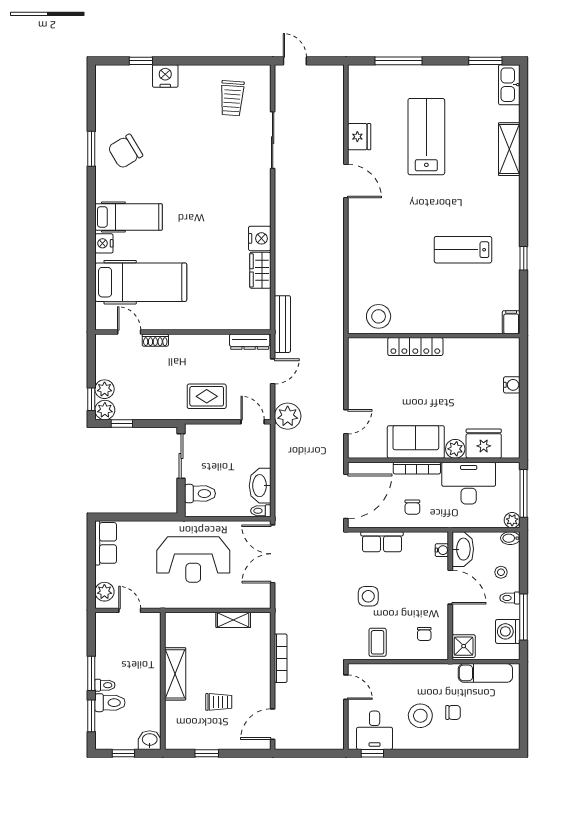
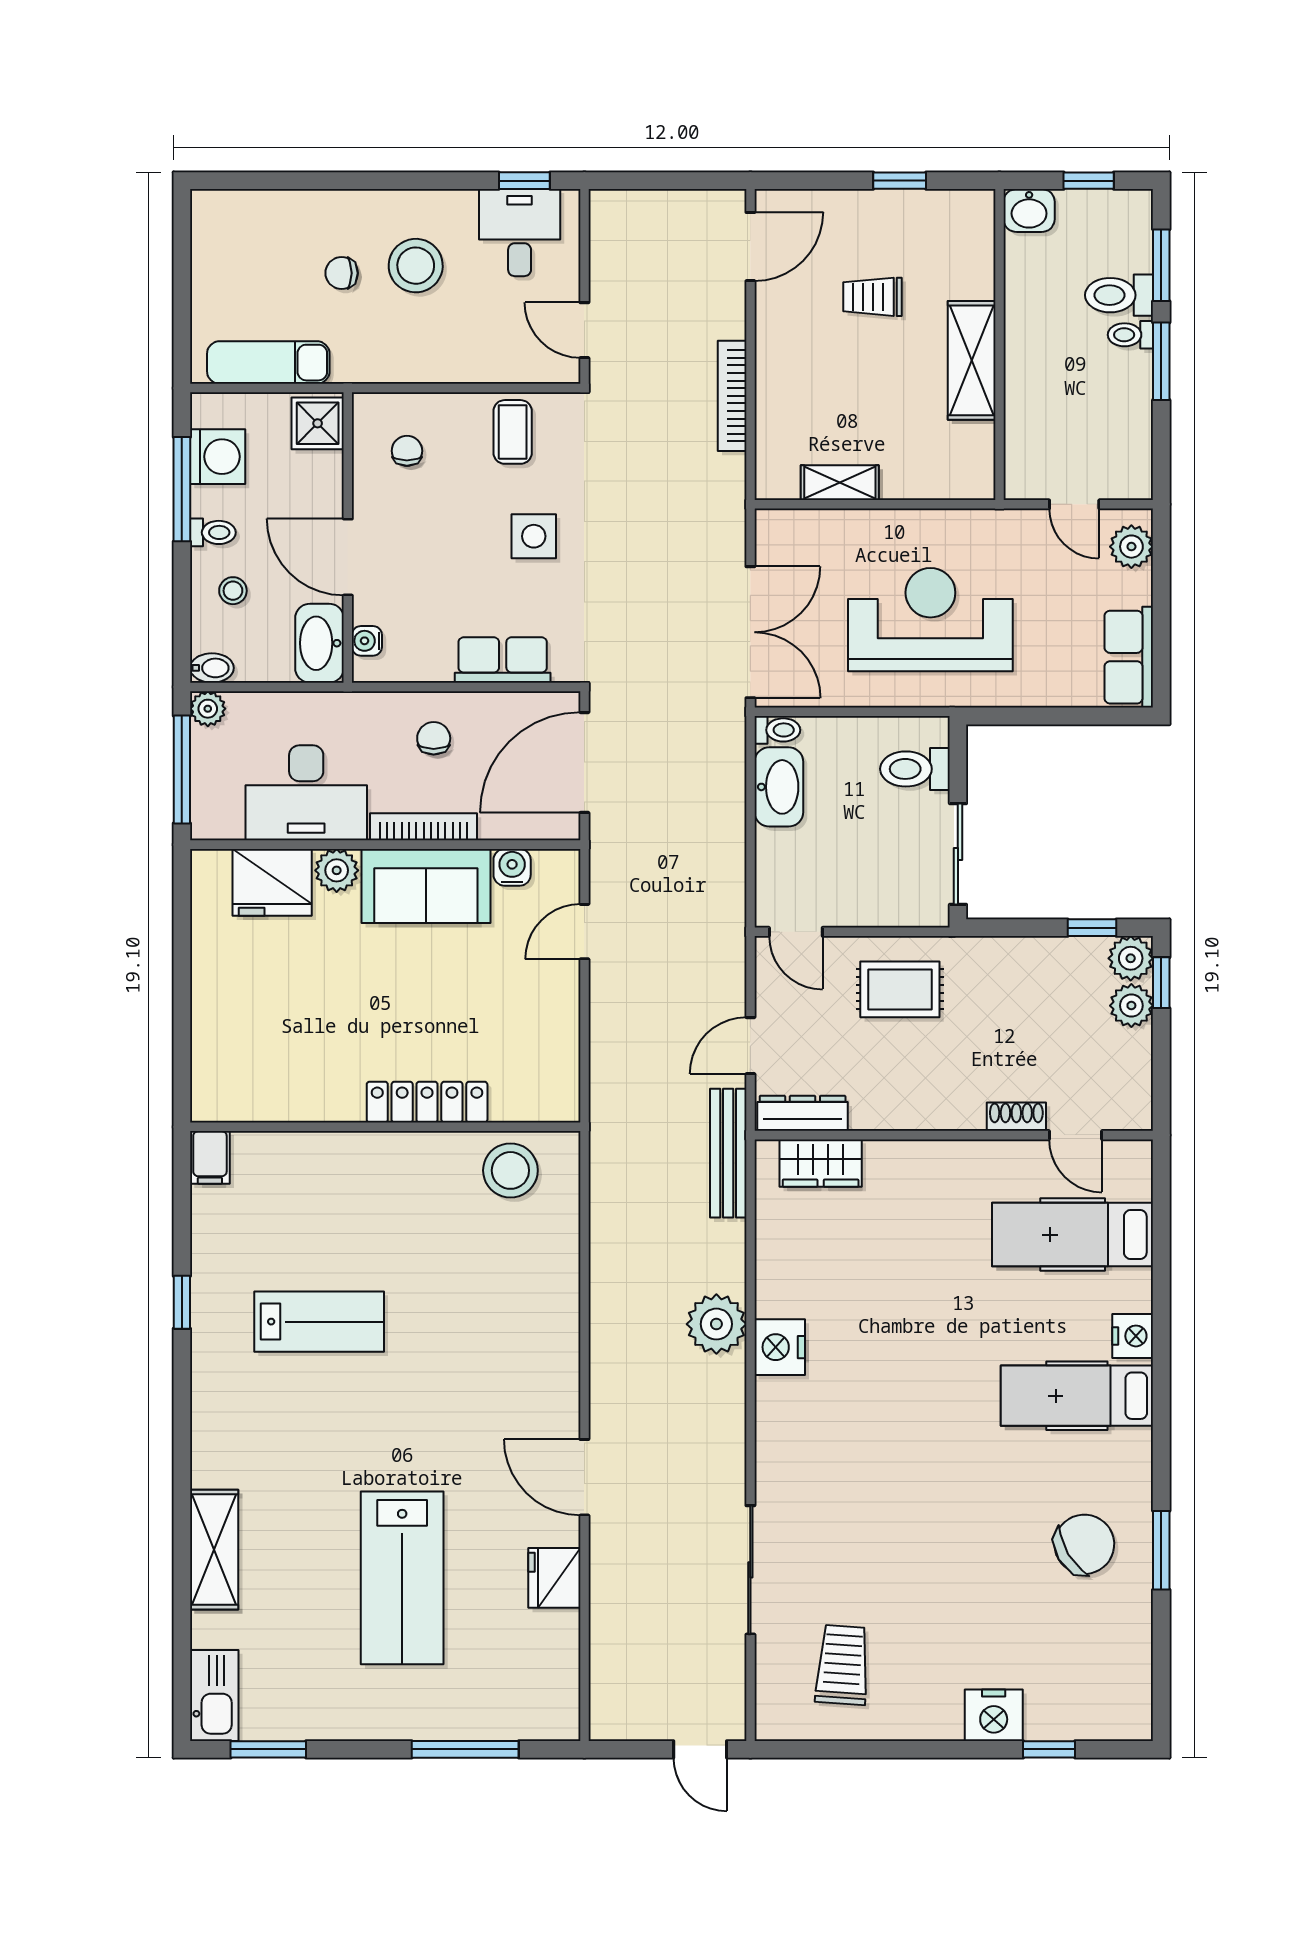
wardrobe: (260, 270) -> (821, 1163), moved, turned 90
hospital bed: (141, 282) -> (1073, 1235), width x0.73, depth x0.78
water cooler: (512, 385) -> (512, 867), moved, turned 90
plant: (288, 416) -> (716, 1324), moved

